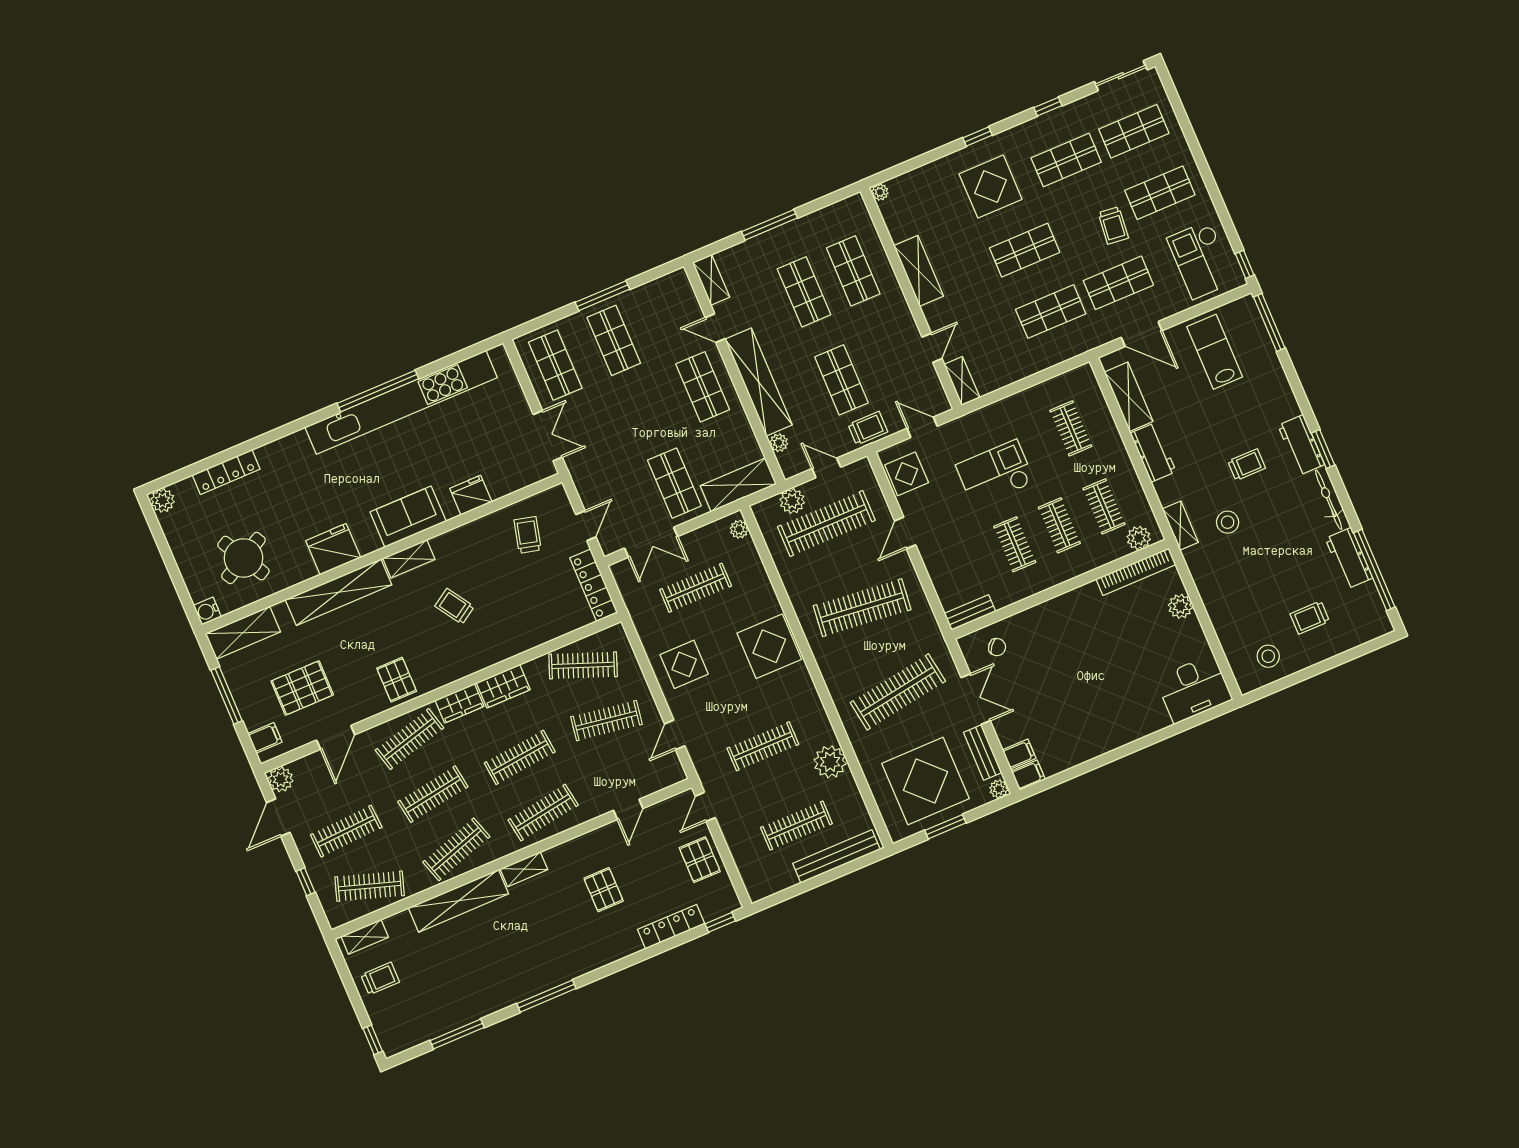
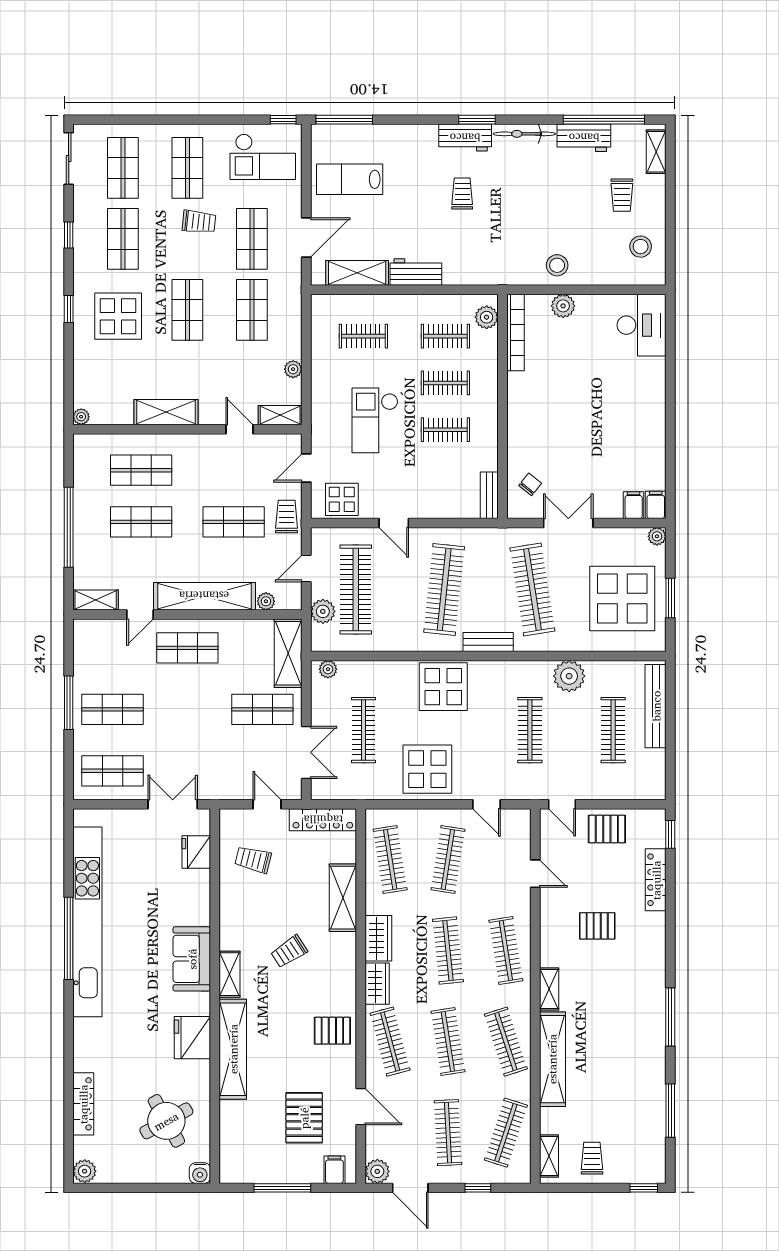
window: (770, 225) -> (69, 527), width x1.46
plant: (1011, 375) -> (293, 369), added
fridge: (471, 495) -> (196, 852), moved
stool: (1228, 522) -> (557, 265), moved
shelving: (1180, 526) -> (656, 152), moved, turned 90
shelving: (243, 633) -> (343, 898), moved
display table: (684, 664) -> (427, 769), width x1.36, depth x1.36
clothes rail: (583, 665) -> (390, 859), turned -30
bench: (983, 753) -> (488, 642), moved

